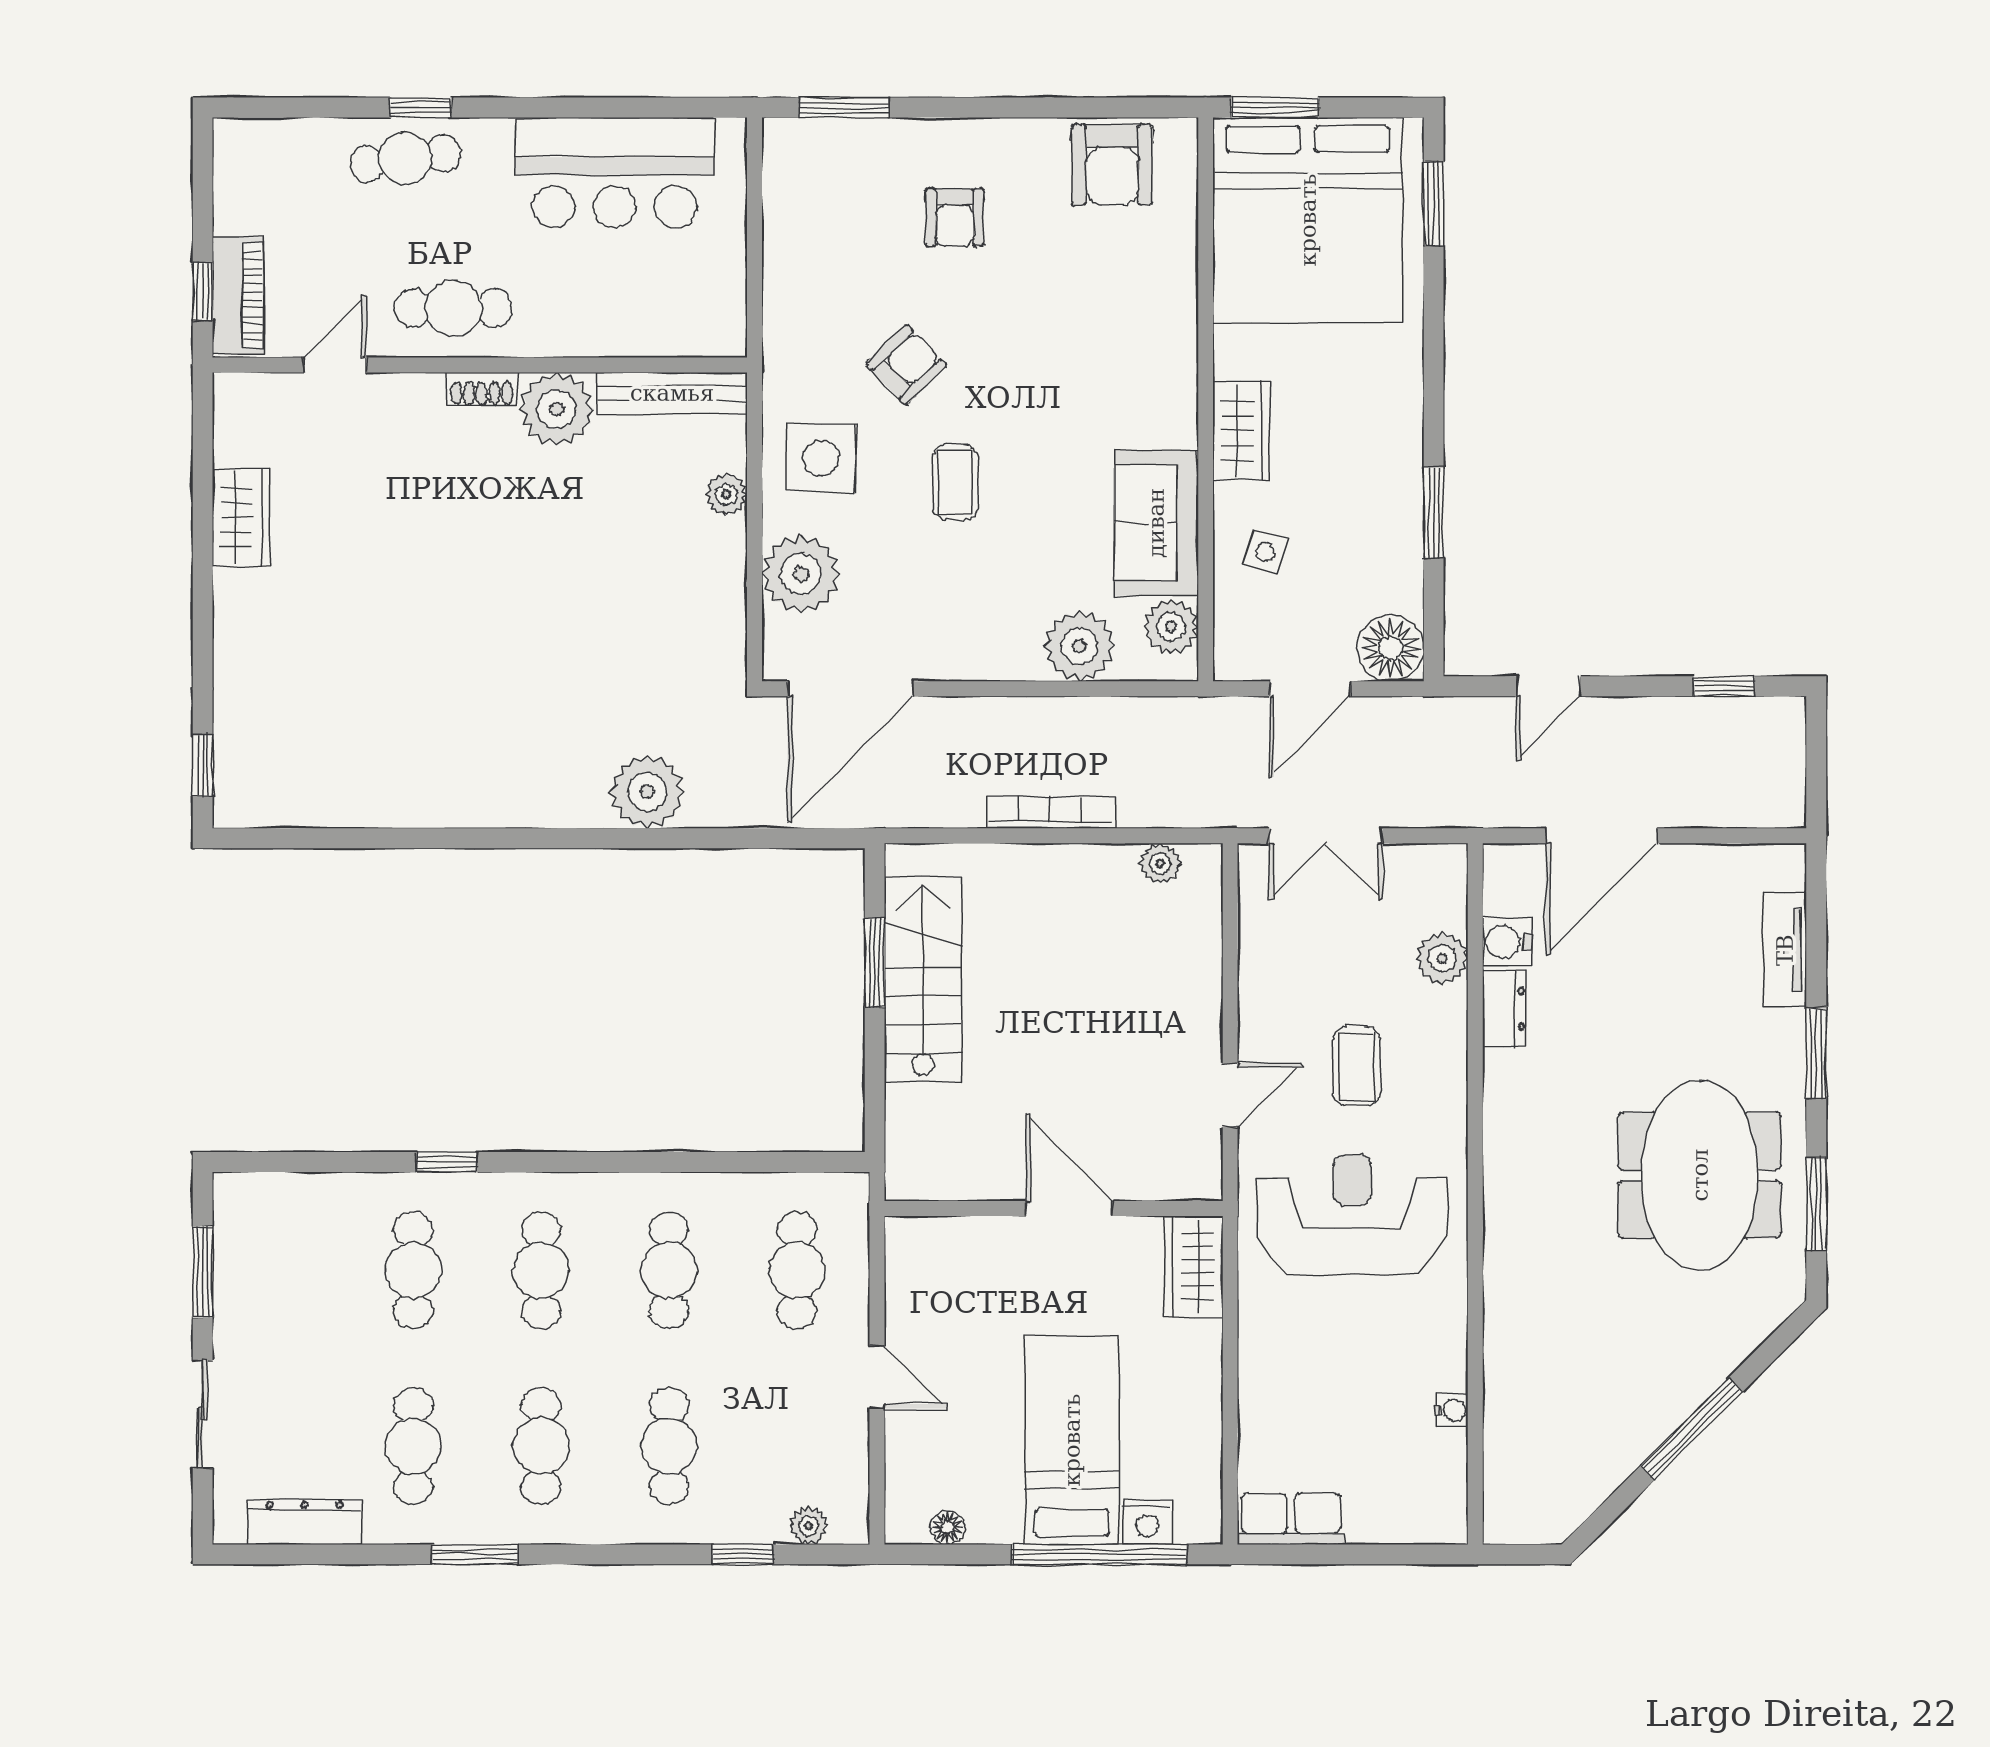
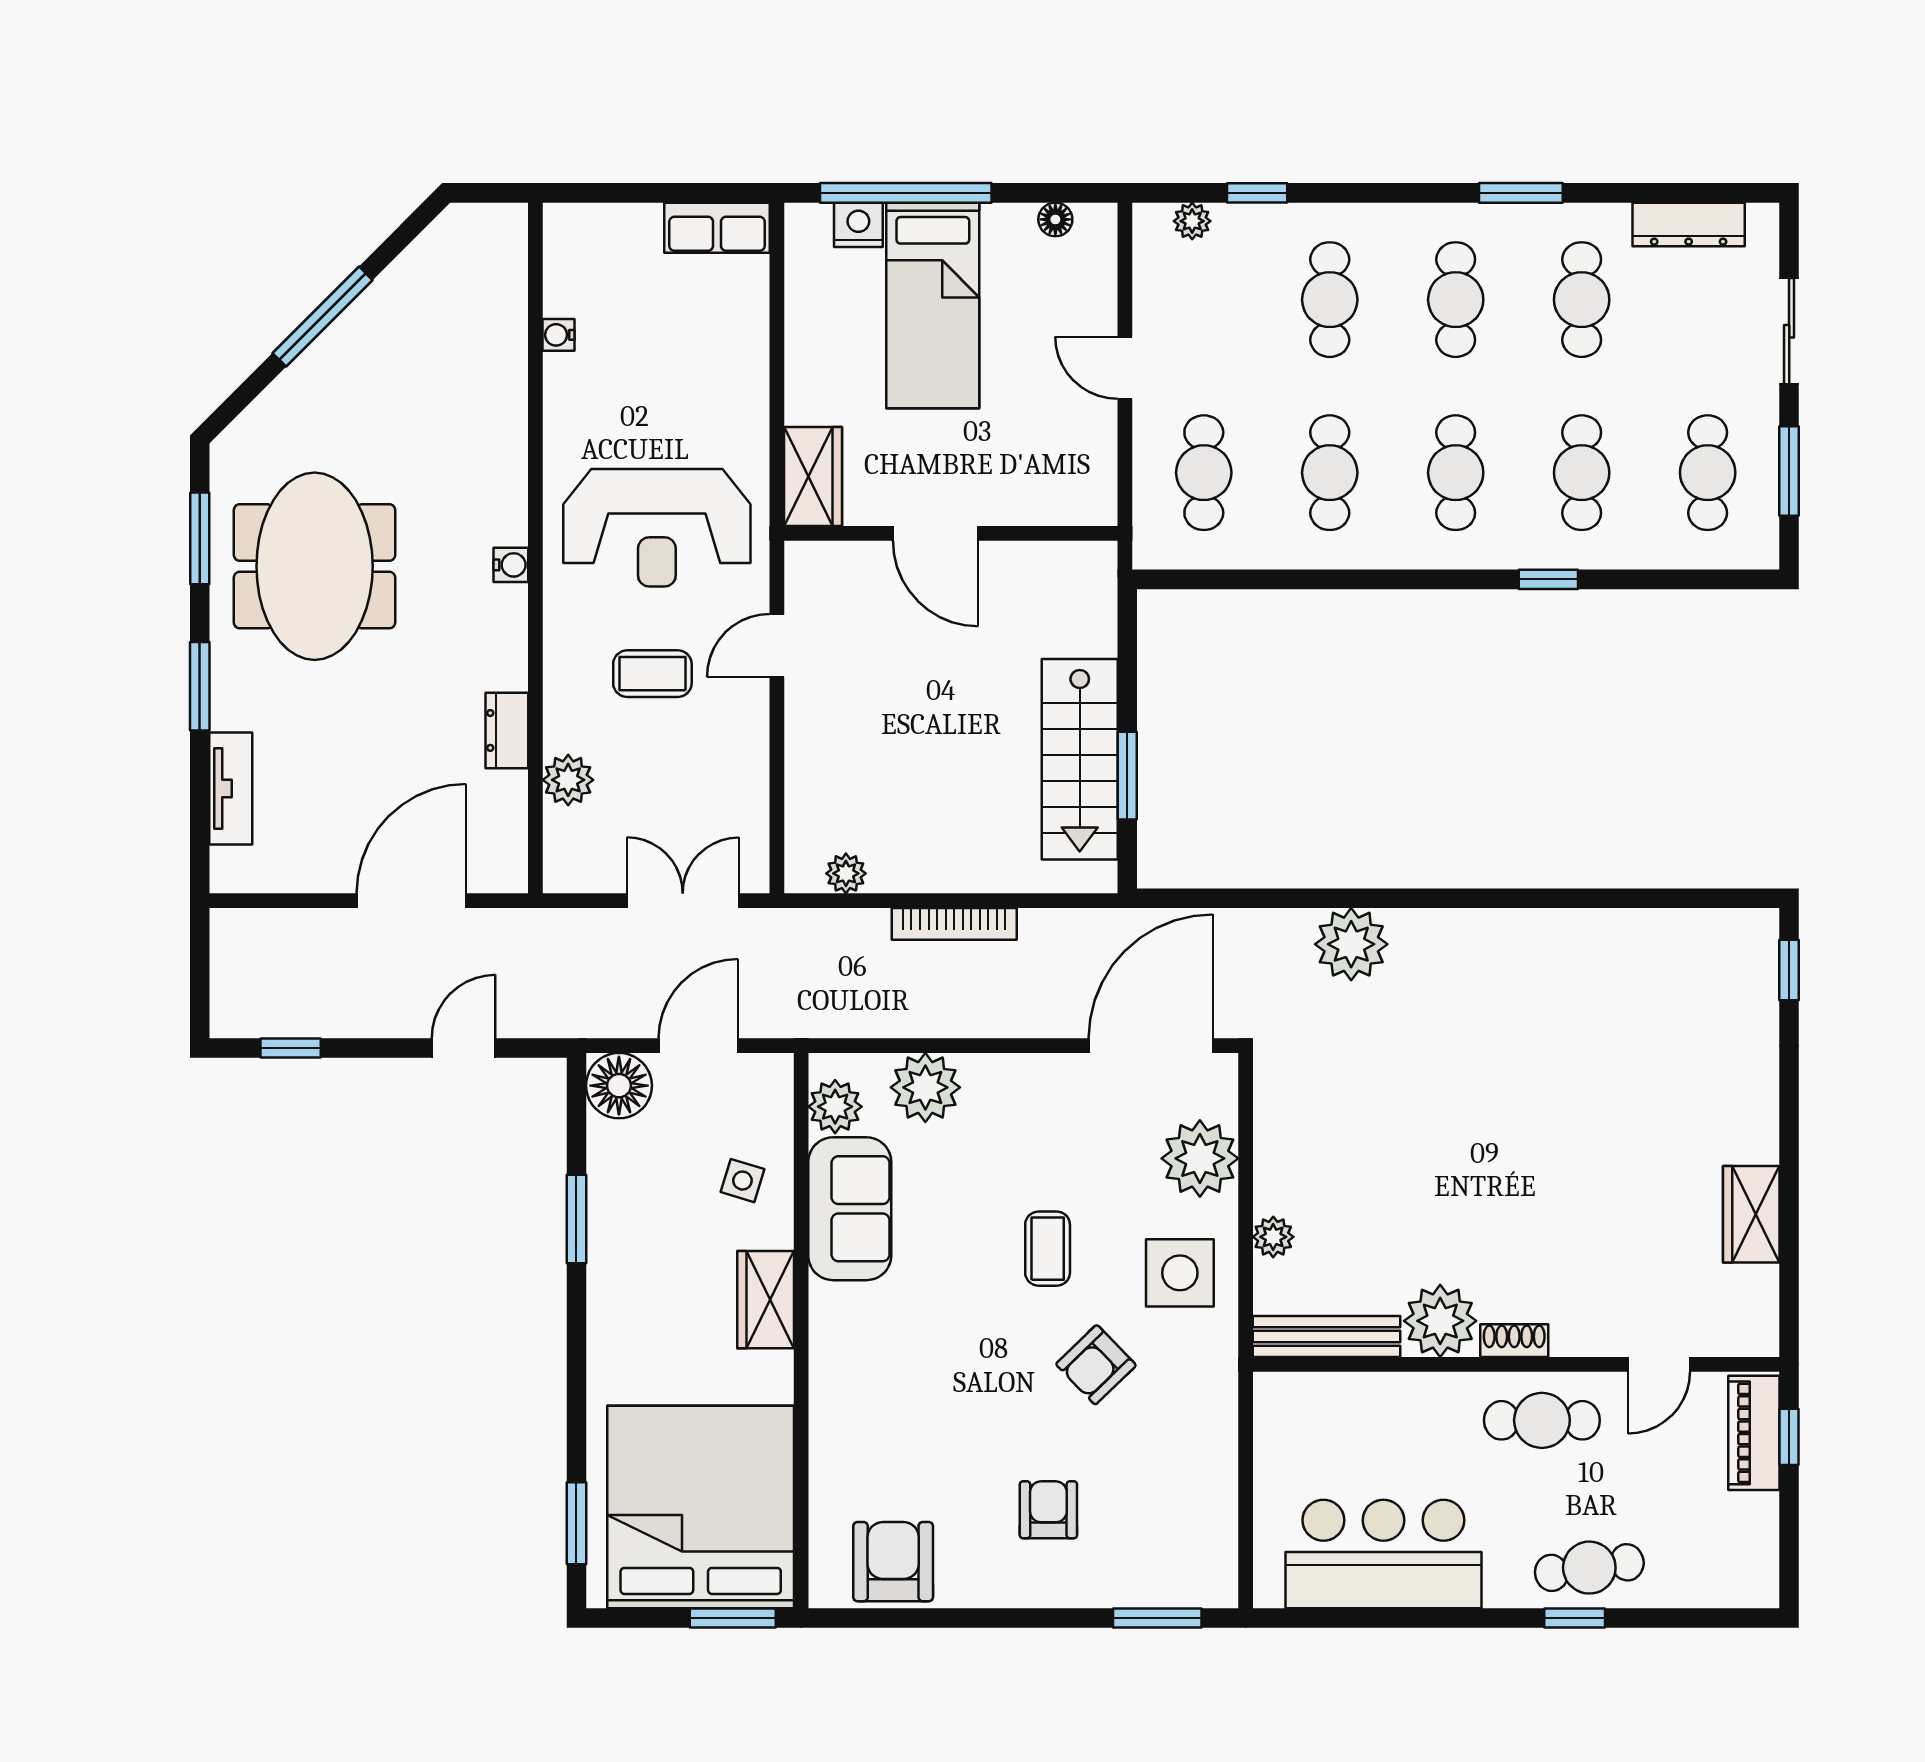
water cooler: (1507, 942) -> (511, 565), moved, width x0.72, depth x0.72
coffee table: (1357, 1066) -> (652, 674), turned 90
cafe table: (285, 1270) -> (1708, 473), added

